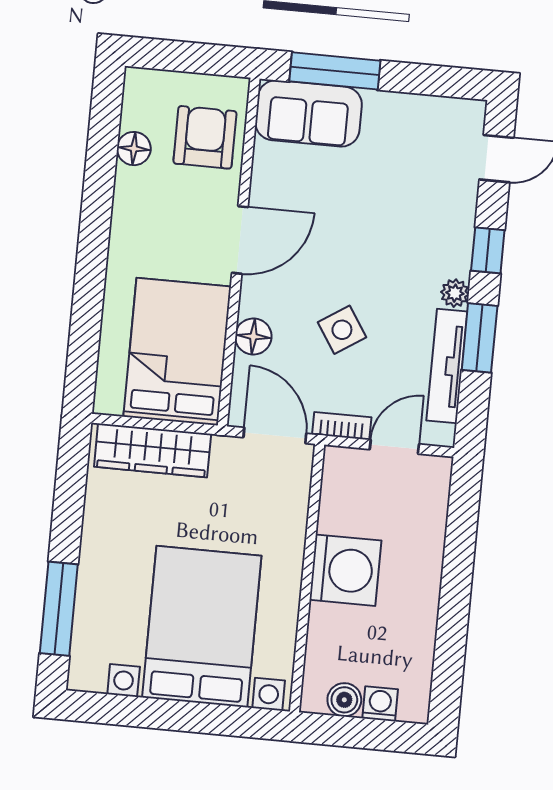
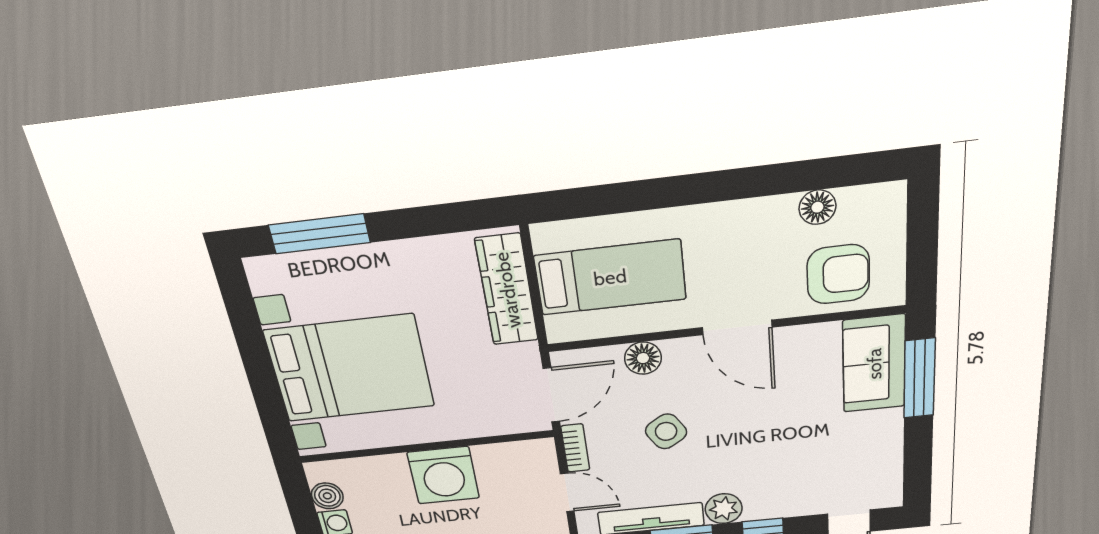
plant: (455, 293) -> (724, 509), width x1.38, depth x1.38
bed: (177, 352) -> (610, 277), width x0.67

